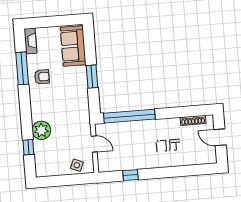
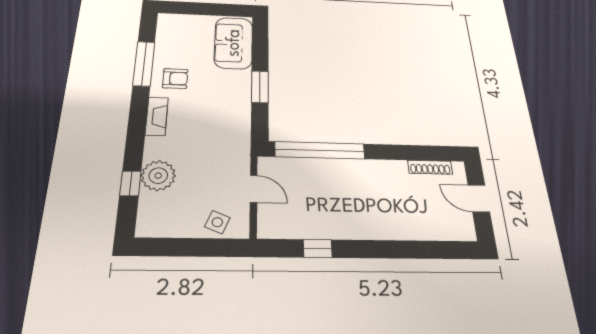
fireplace: (30, 41) -> (157, 116), moved
plant: (41, 130) -> (158, 176), moved

